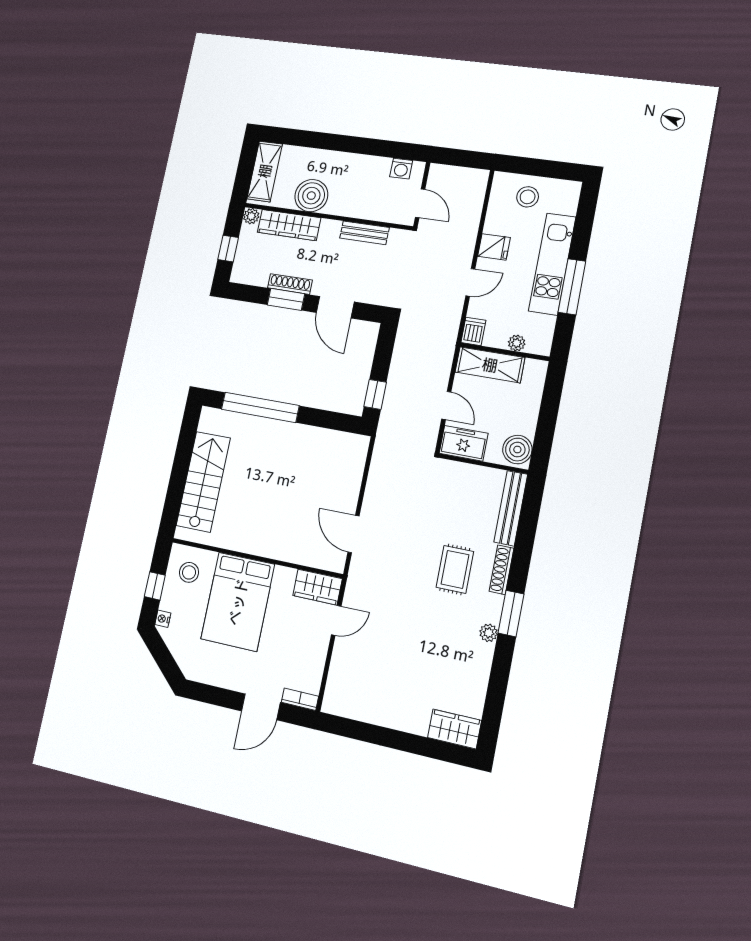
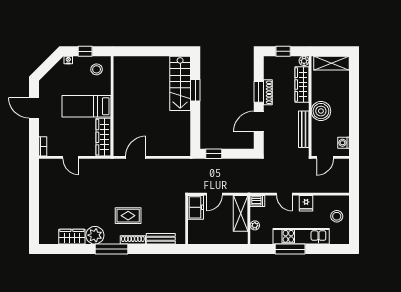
boiler: (311, 196) -> (321, 111), moved
bench: (364, 233) -> (304, 129), width x1.36
window: (260, 407) -> (195, 90), width x0.47
boiler: (517, 450) -> (198, 236), removed
stairs: (203, 482) -> (180, 83), moved, turned 90
bench: (511, 508) -> (161, 239), width x0.73
wardrobe: (317, 587) -> (104, 137), width x1.50
bed: (238, 602) -> (87, 106), width x0.67
window: (511, 614) -> (111, 249), width x1.44
door: (336, 620) -> (71, 157), moved
plant: (489, 633) -> (95, 235), width x1.87, depth x1.87
door: (261, 707) -> (34, 108), moved
wardrobe: (454, 729) -> (72, 237), moved, turned -90

